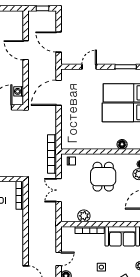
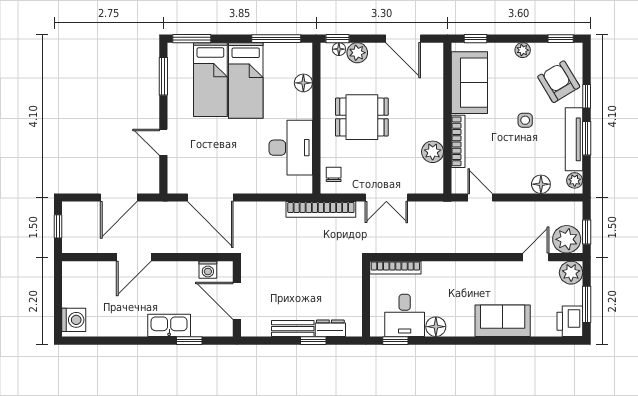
desk: (86, 137) -> (291, 148), added
door: (59, 259) -> (480, 198), moved

